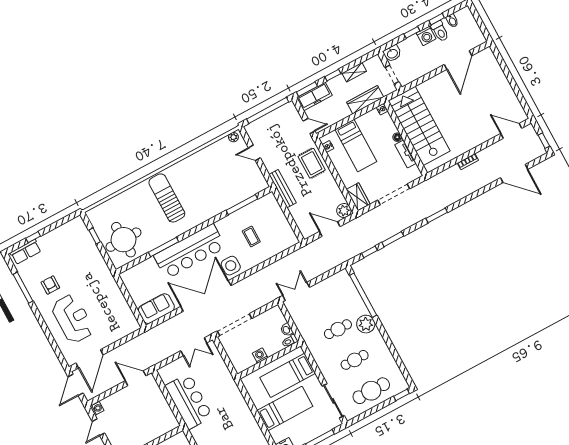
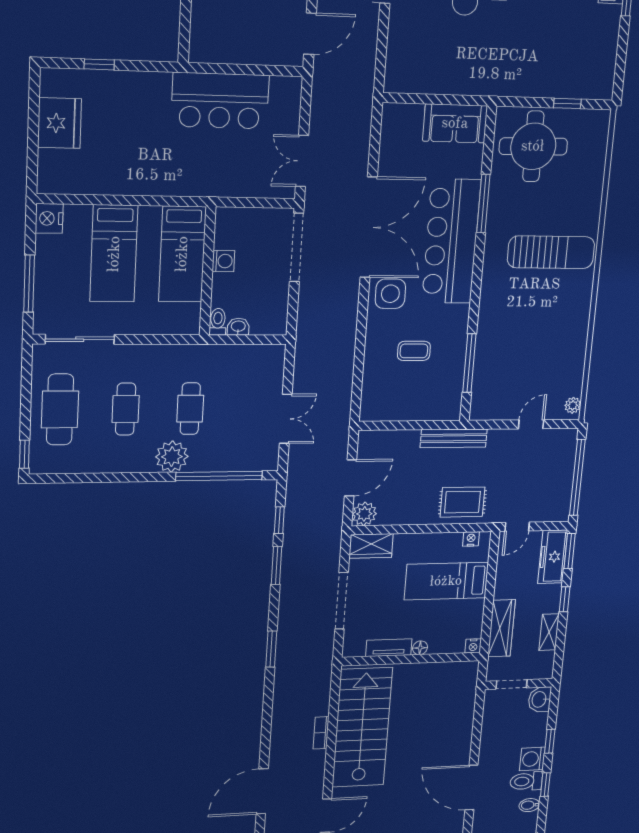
stairs: (419, 126) -> (362, 727), moved, turned -90
double door: (296, 291) -> (286, 419), moved
sofa: (156, 309) -> (455, 123), moved, turned 90
bed: (288, 375) -> (182, 254), moved, turned 180

